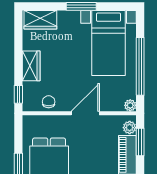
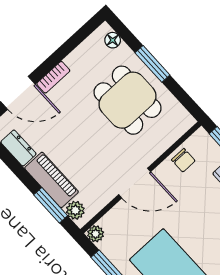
door: (85, 113) -> (135, 183), hinge flipped

